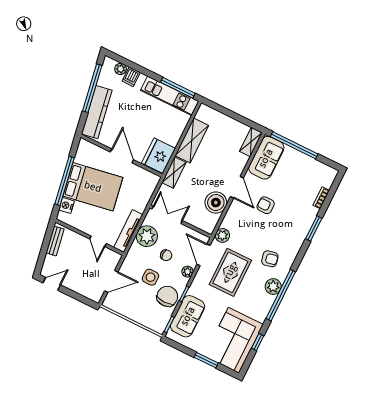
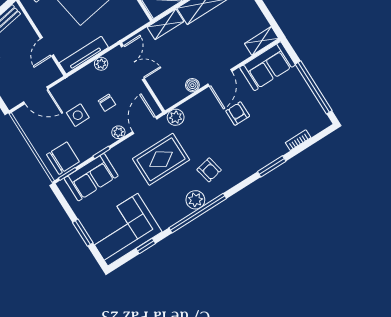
window: (294, 145) -> (314, 87), moved
boiler: (216, 203) -> (192, 85), width x0.54, depth x0.54
plant: (147, 236) -> (101, 64), width x0.53, depth x0.53
chair: (167, 296) -> (63, 158), moved

